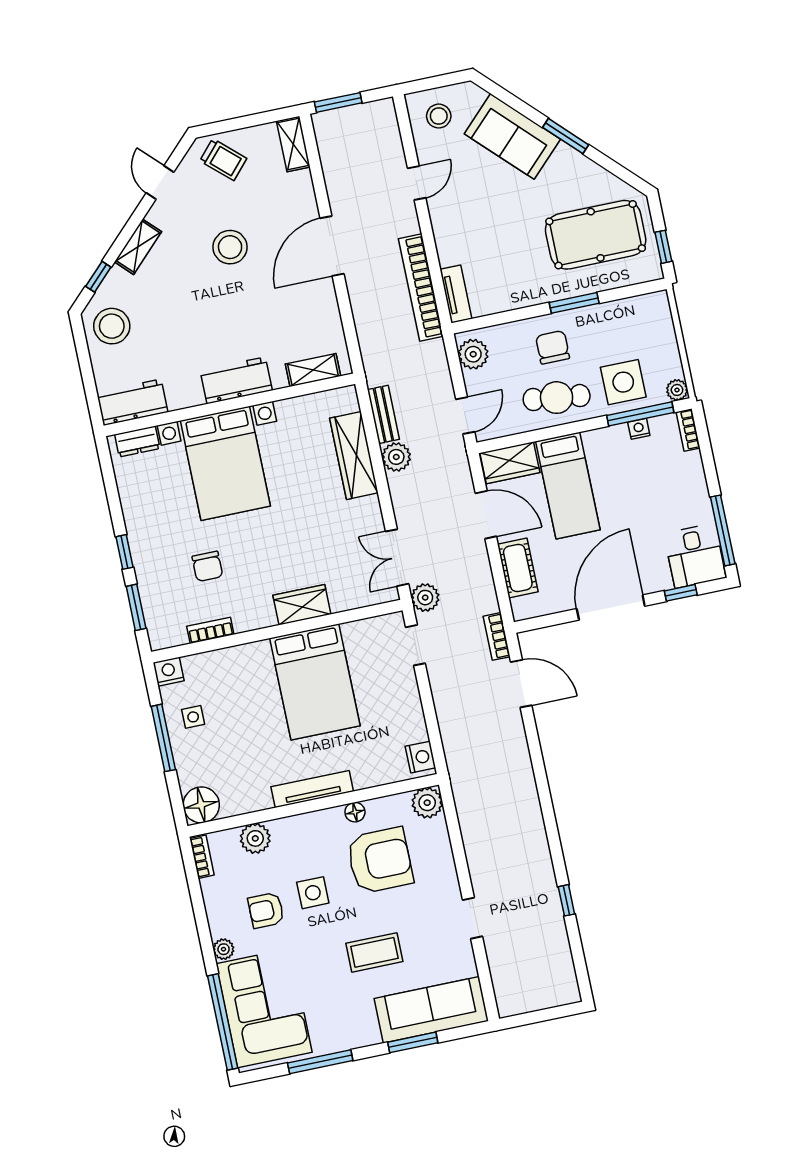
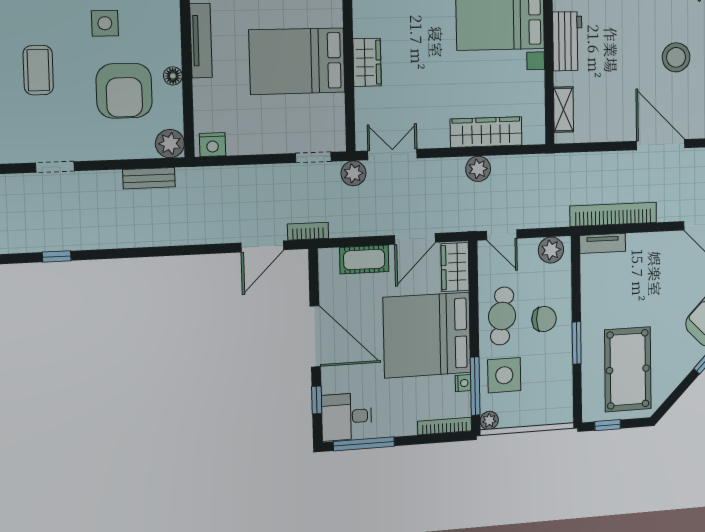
bench: (383, 414) -> (149, 178), moved
bookcase: (688, 430) -> (445, 426), width x1.56
bed: (568, 486) -> (427, 335), width x2.04

